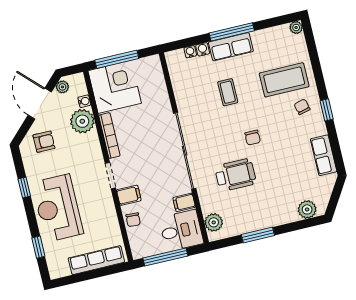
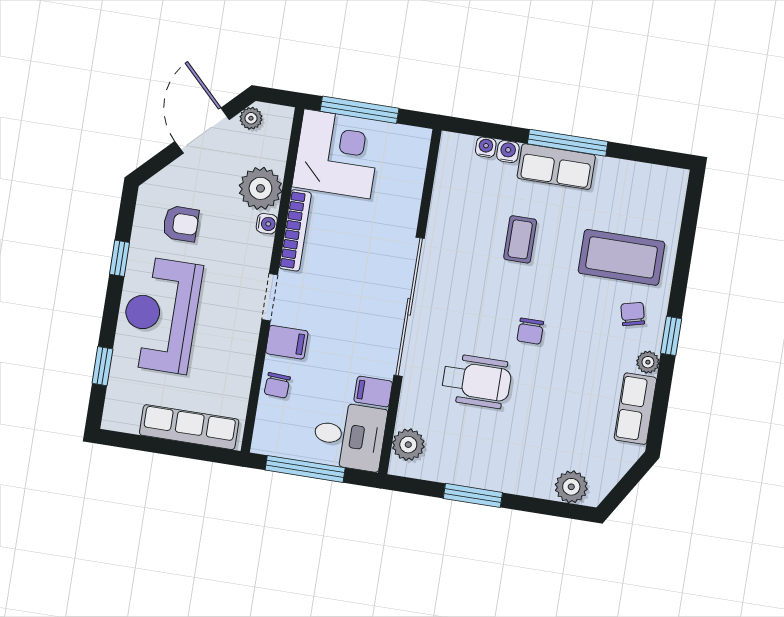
plant: (296, 27) -> (648, 362), moved
water cooler: (84, 101) -> (267, 224), moved
armchair: (44, 142) -> (181, 224), moved

